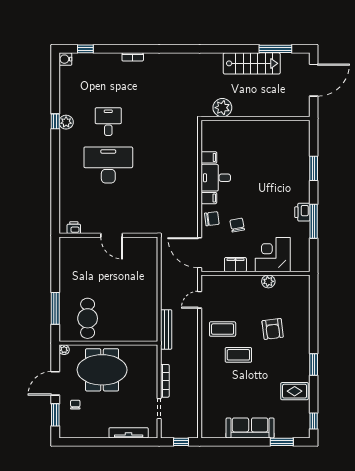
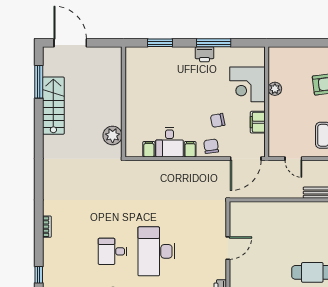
plant: (222, 108) -> (113, 135), moved
wall: (256, 118) -> (124, 102), moved

